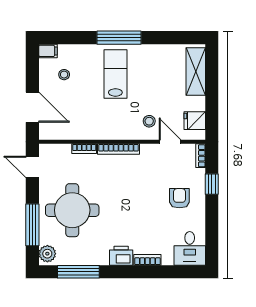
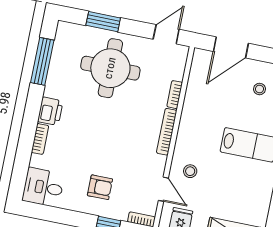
door: (170, 142) -> (163, 189), hinge flipped
window: (32, 225) -> (103, 22), width x0.69
plant: (47, 254) -> (69, 32), removed

